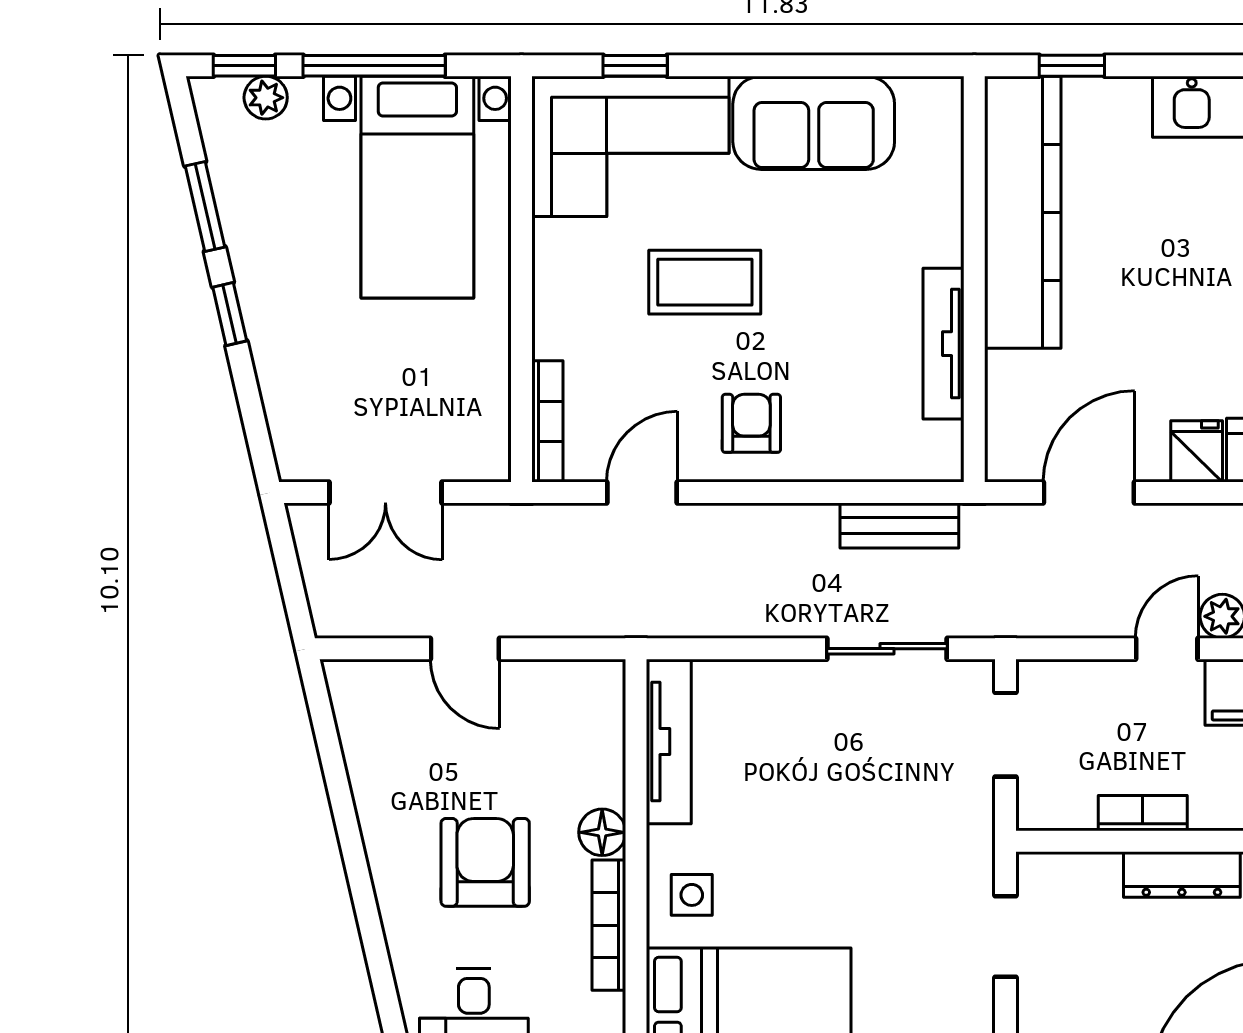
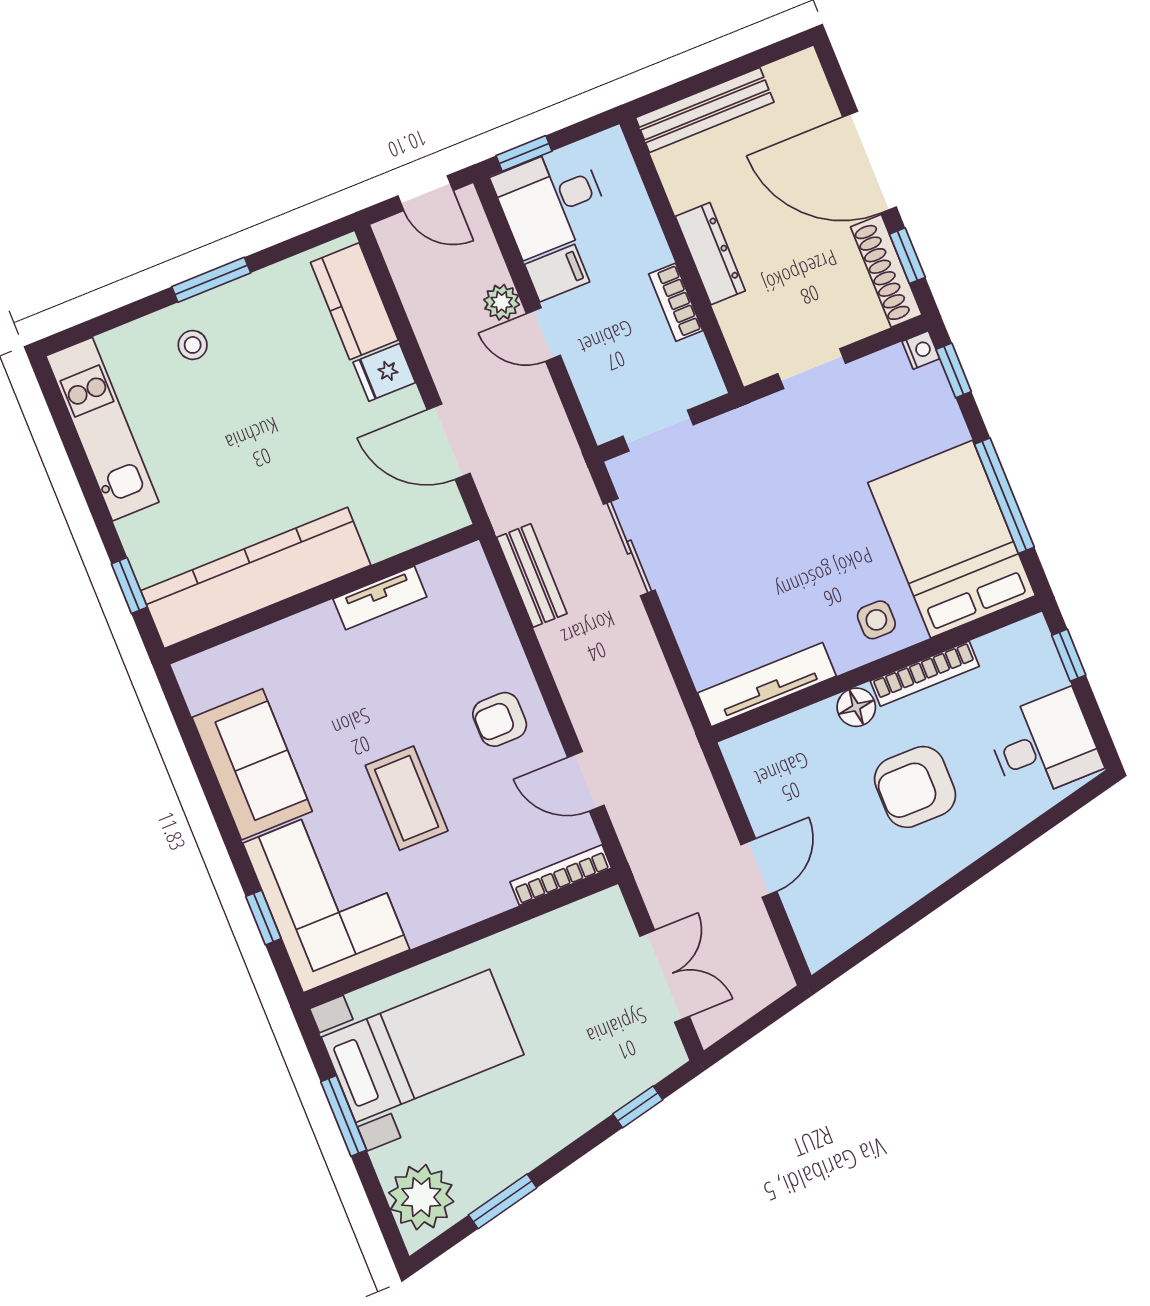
window: (244, 66) -> (383, 1215), removed
window: (374, 66) -> (344, 1116), width x0.69
plant: (266, 98) -> (421, 1197), width x1.88, depth x1.88
window: (230, 314) -> (638, 1107), moved
tv unit: (943, 344) -> (380, 598), width x0.71

